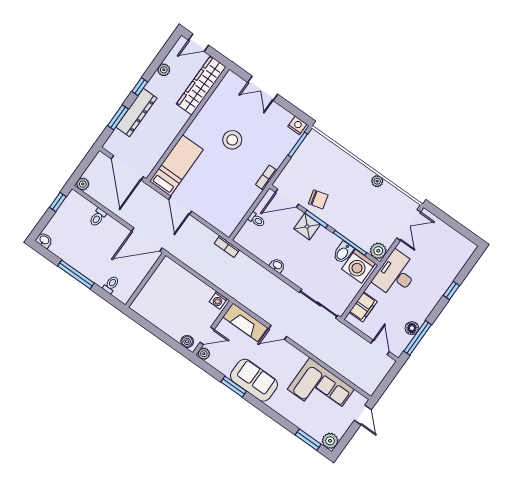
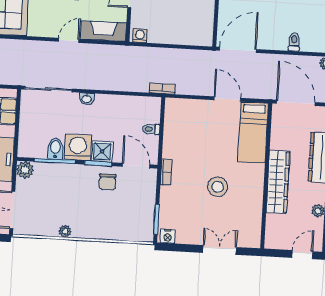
wardrobe: (201, 85) -> (278, 182), moved
door: (287, 198) -> (136, 166), hinge flipped
chair: (318, 199) -> (107, 182), turned -75
washbasin: (277, 265) -> (87, 99), moved
washing machine: (358, 266) -> (78, 147), moved

